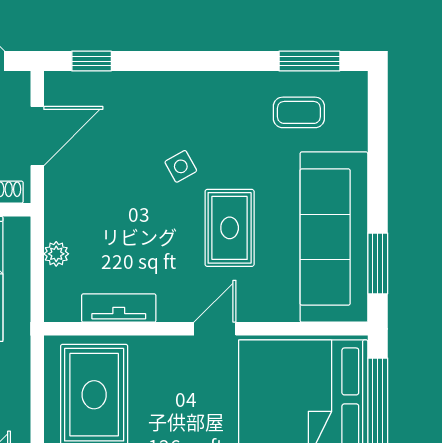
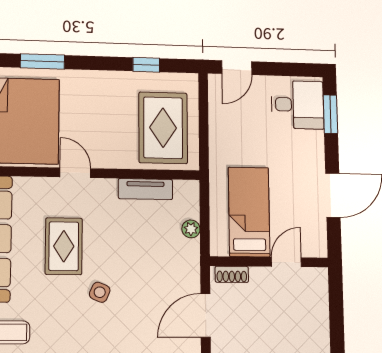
side table: (181, 166) -> (100, 292), turned -38
door: (215, 329) -> (75, 173), swing flipped

